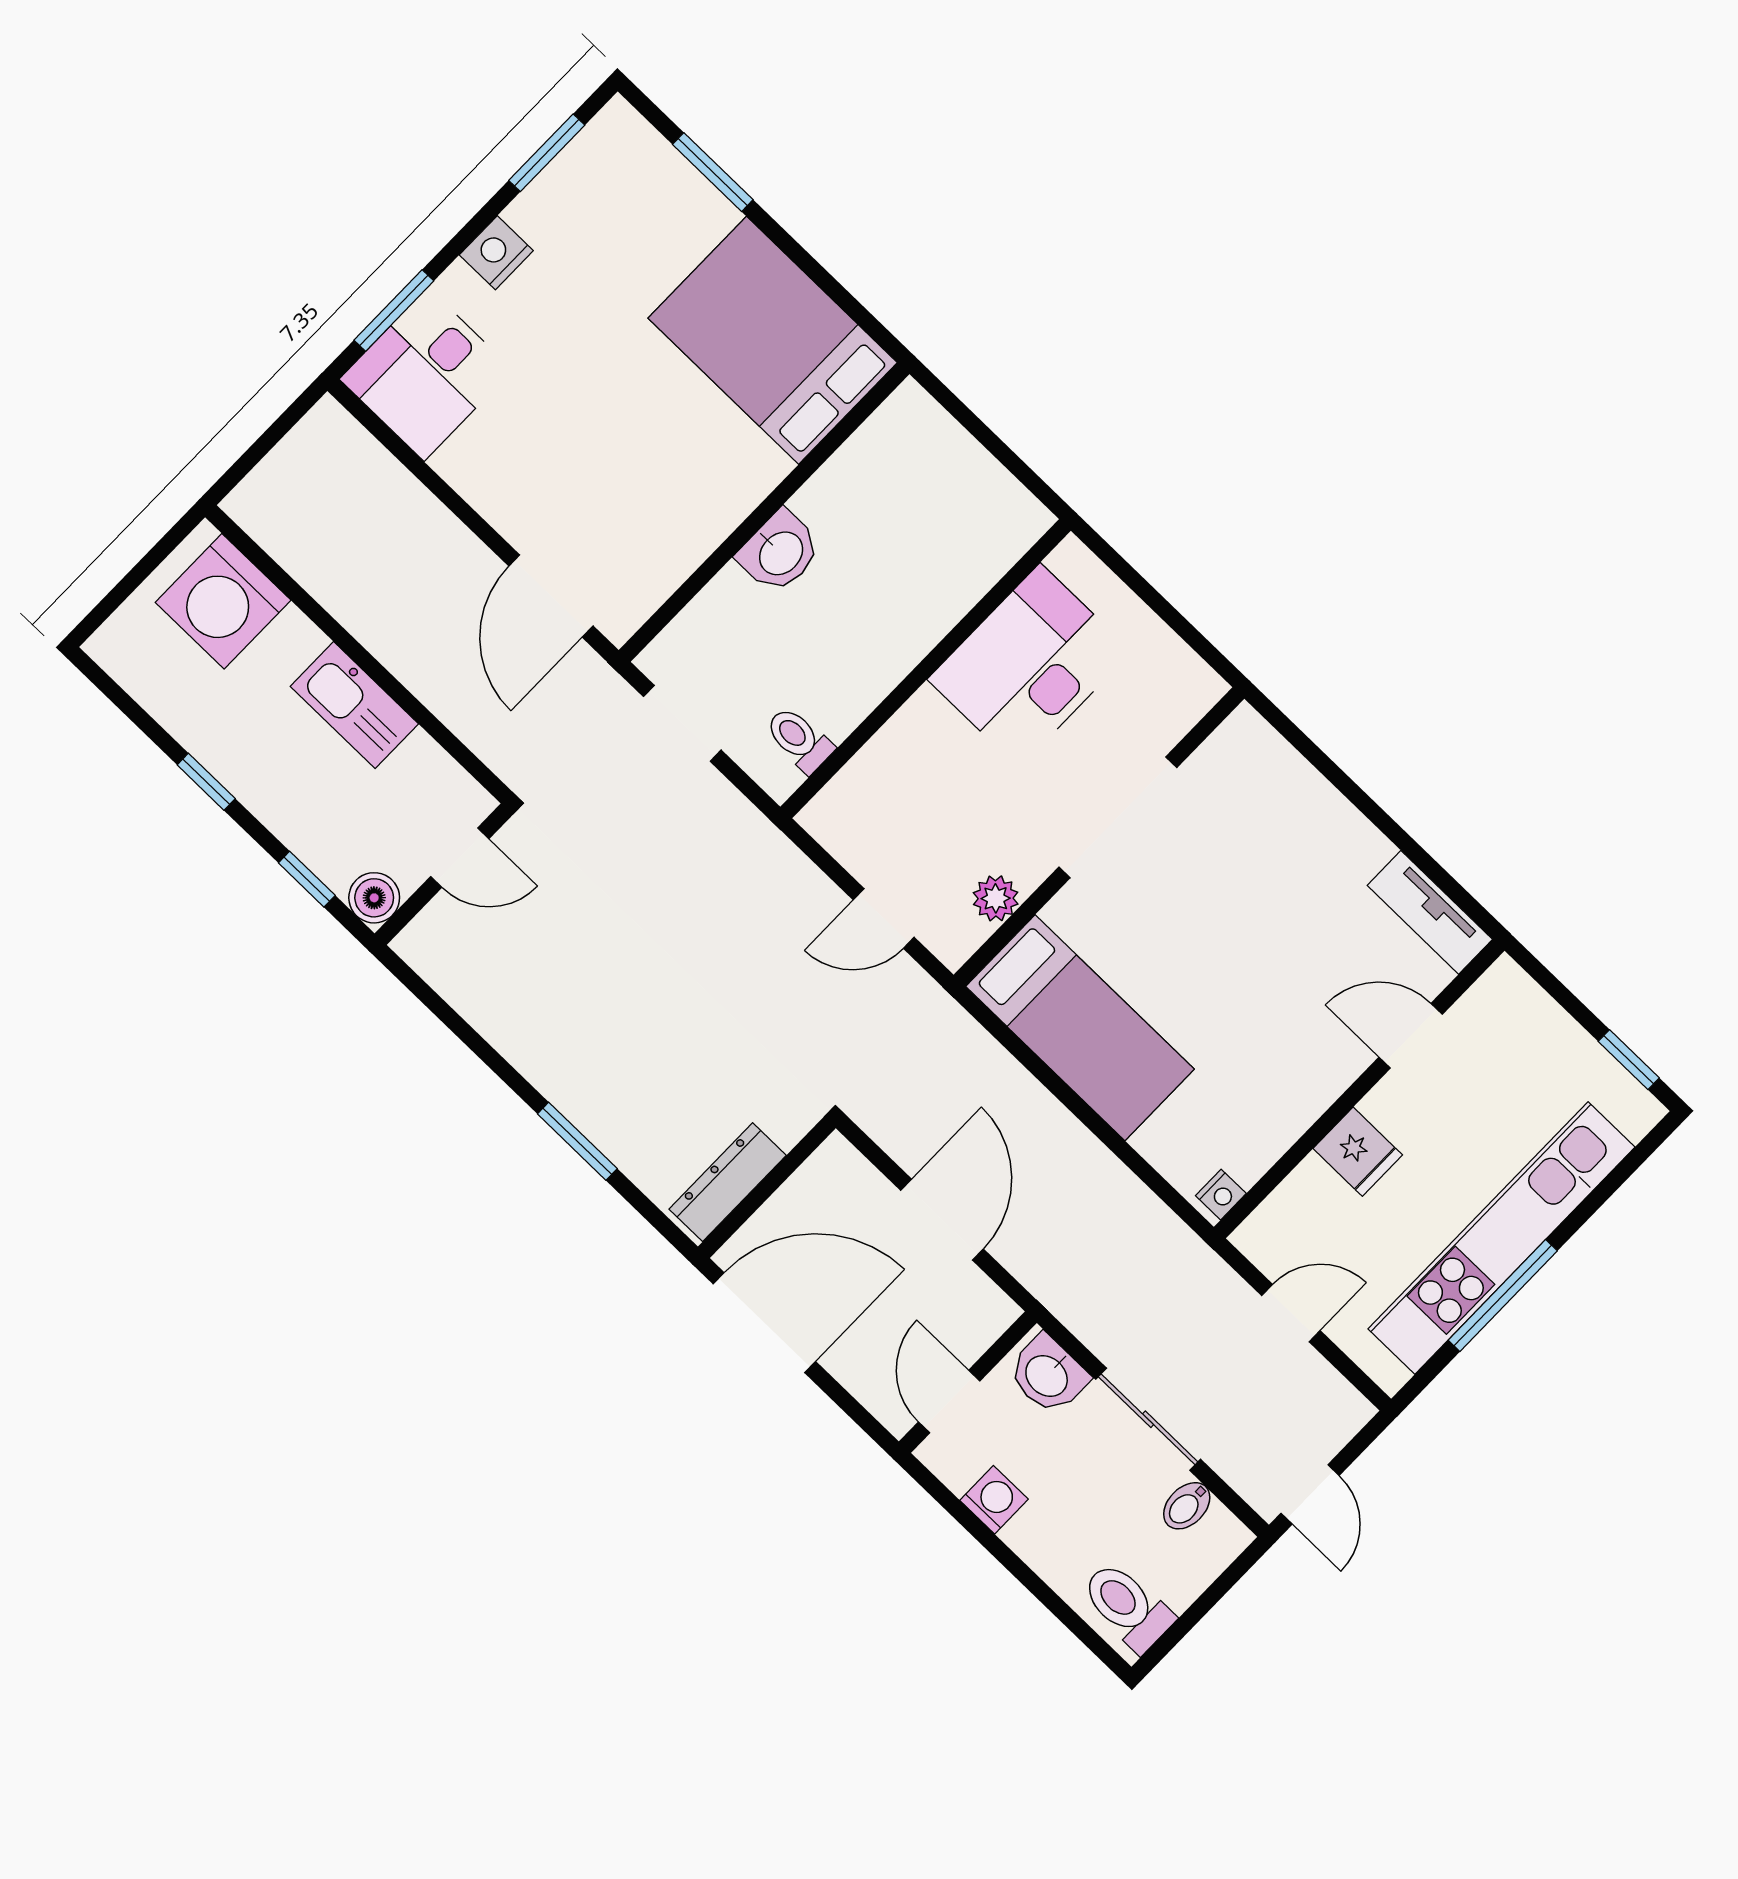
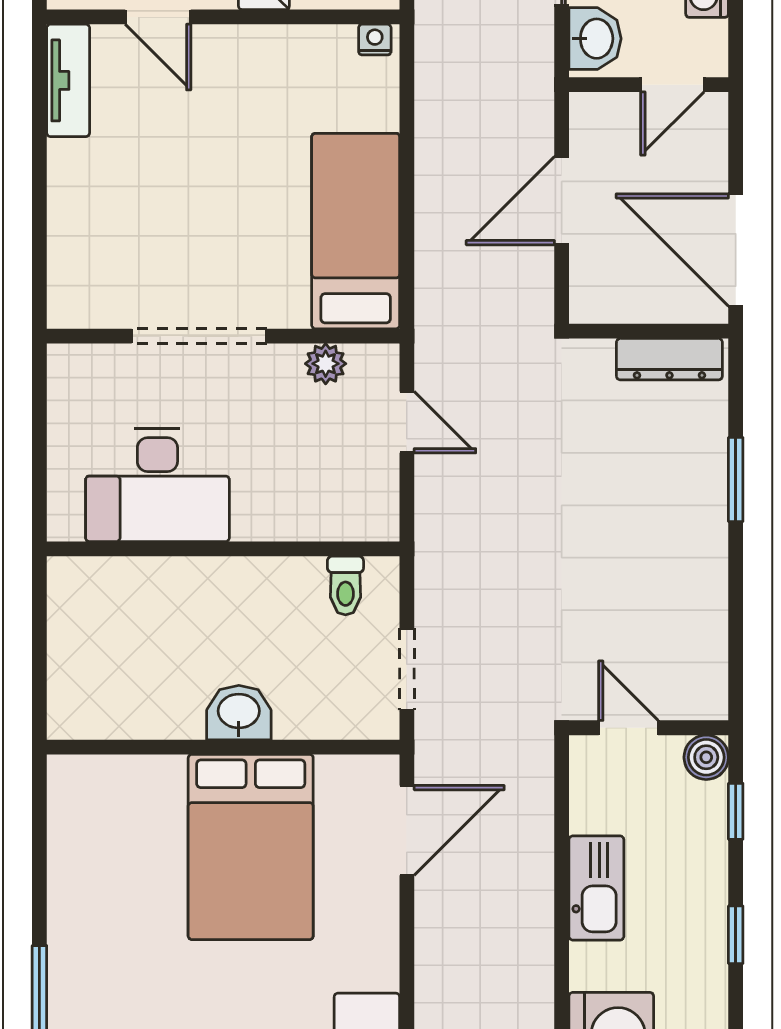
bed: (773, 340) -> (251, 847), moved

